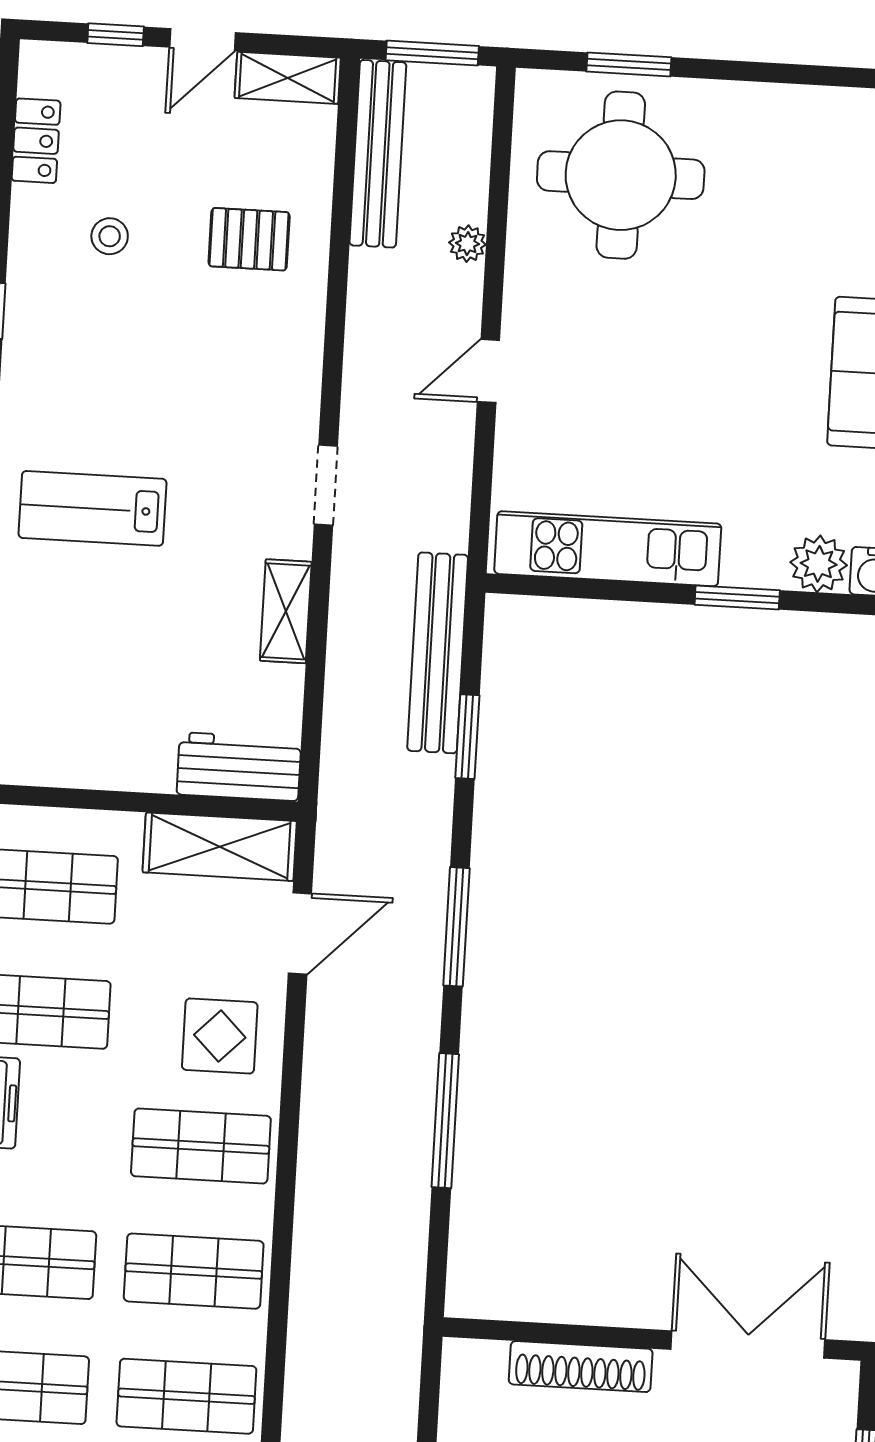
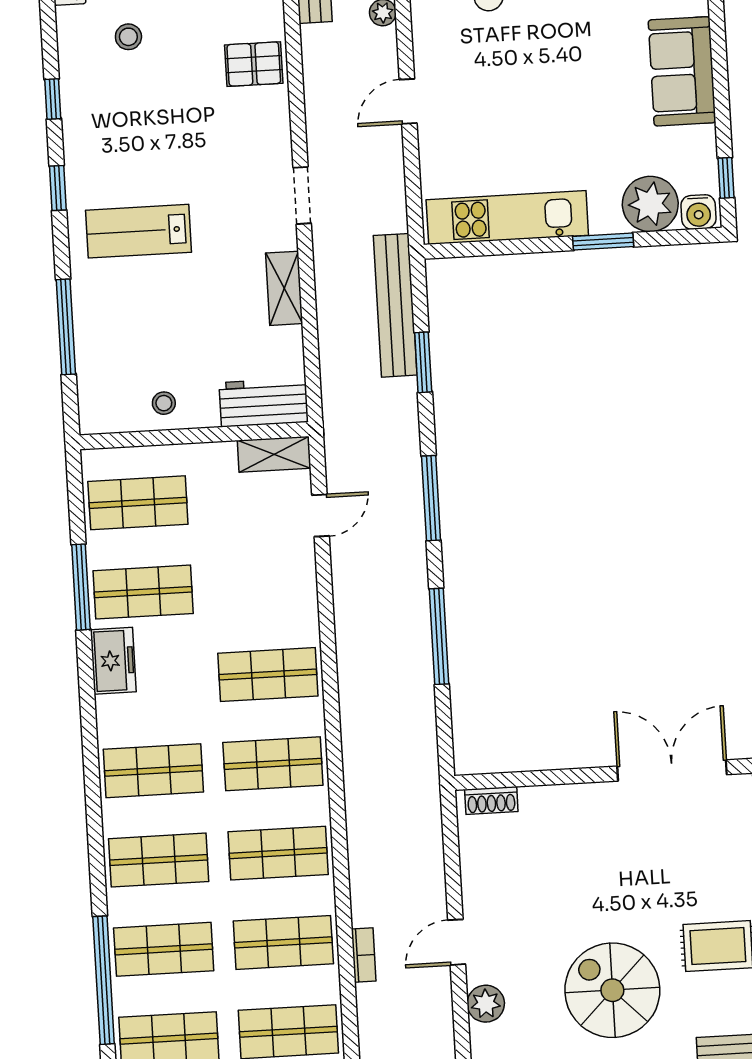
pallet: (249, 239) -> (254, 64), moved
plant: (819, 564) -> (650, 204), width x1.36, depth x1.36
stool: (100, 752) -> (164, 403), added
shelving: (220, 847) -> (274, 454), width x0.67, depth x0.75
door: (300, 933) -> (321, 516), width x0.73
display table: (220, 1036) -> (272, 595), removed
shoe rack: (581, 1367) -> (491, 800), moved, width x0.51, depth x0.81

